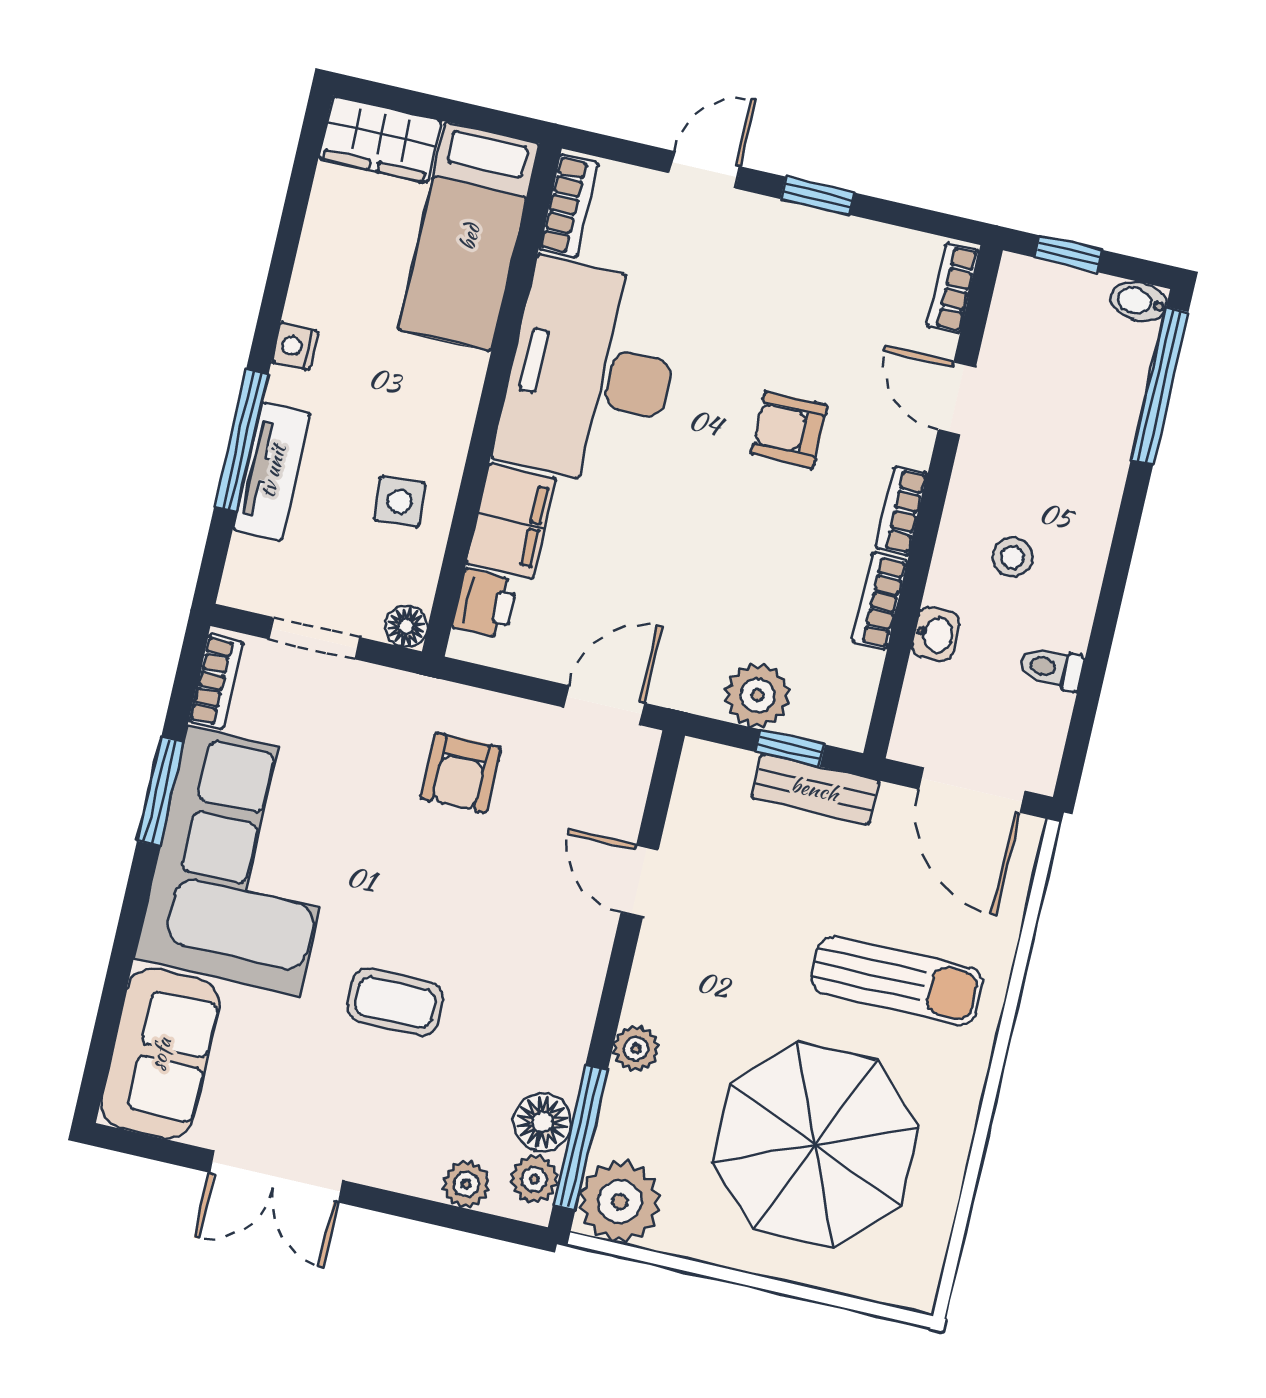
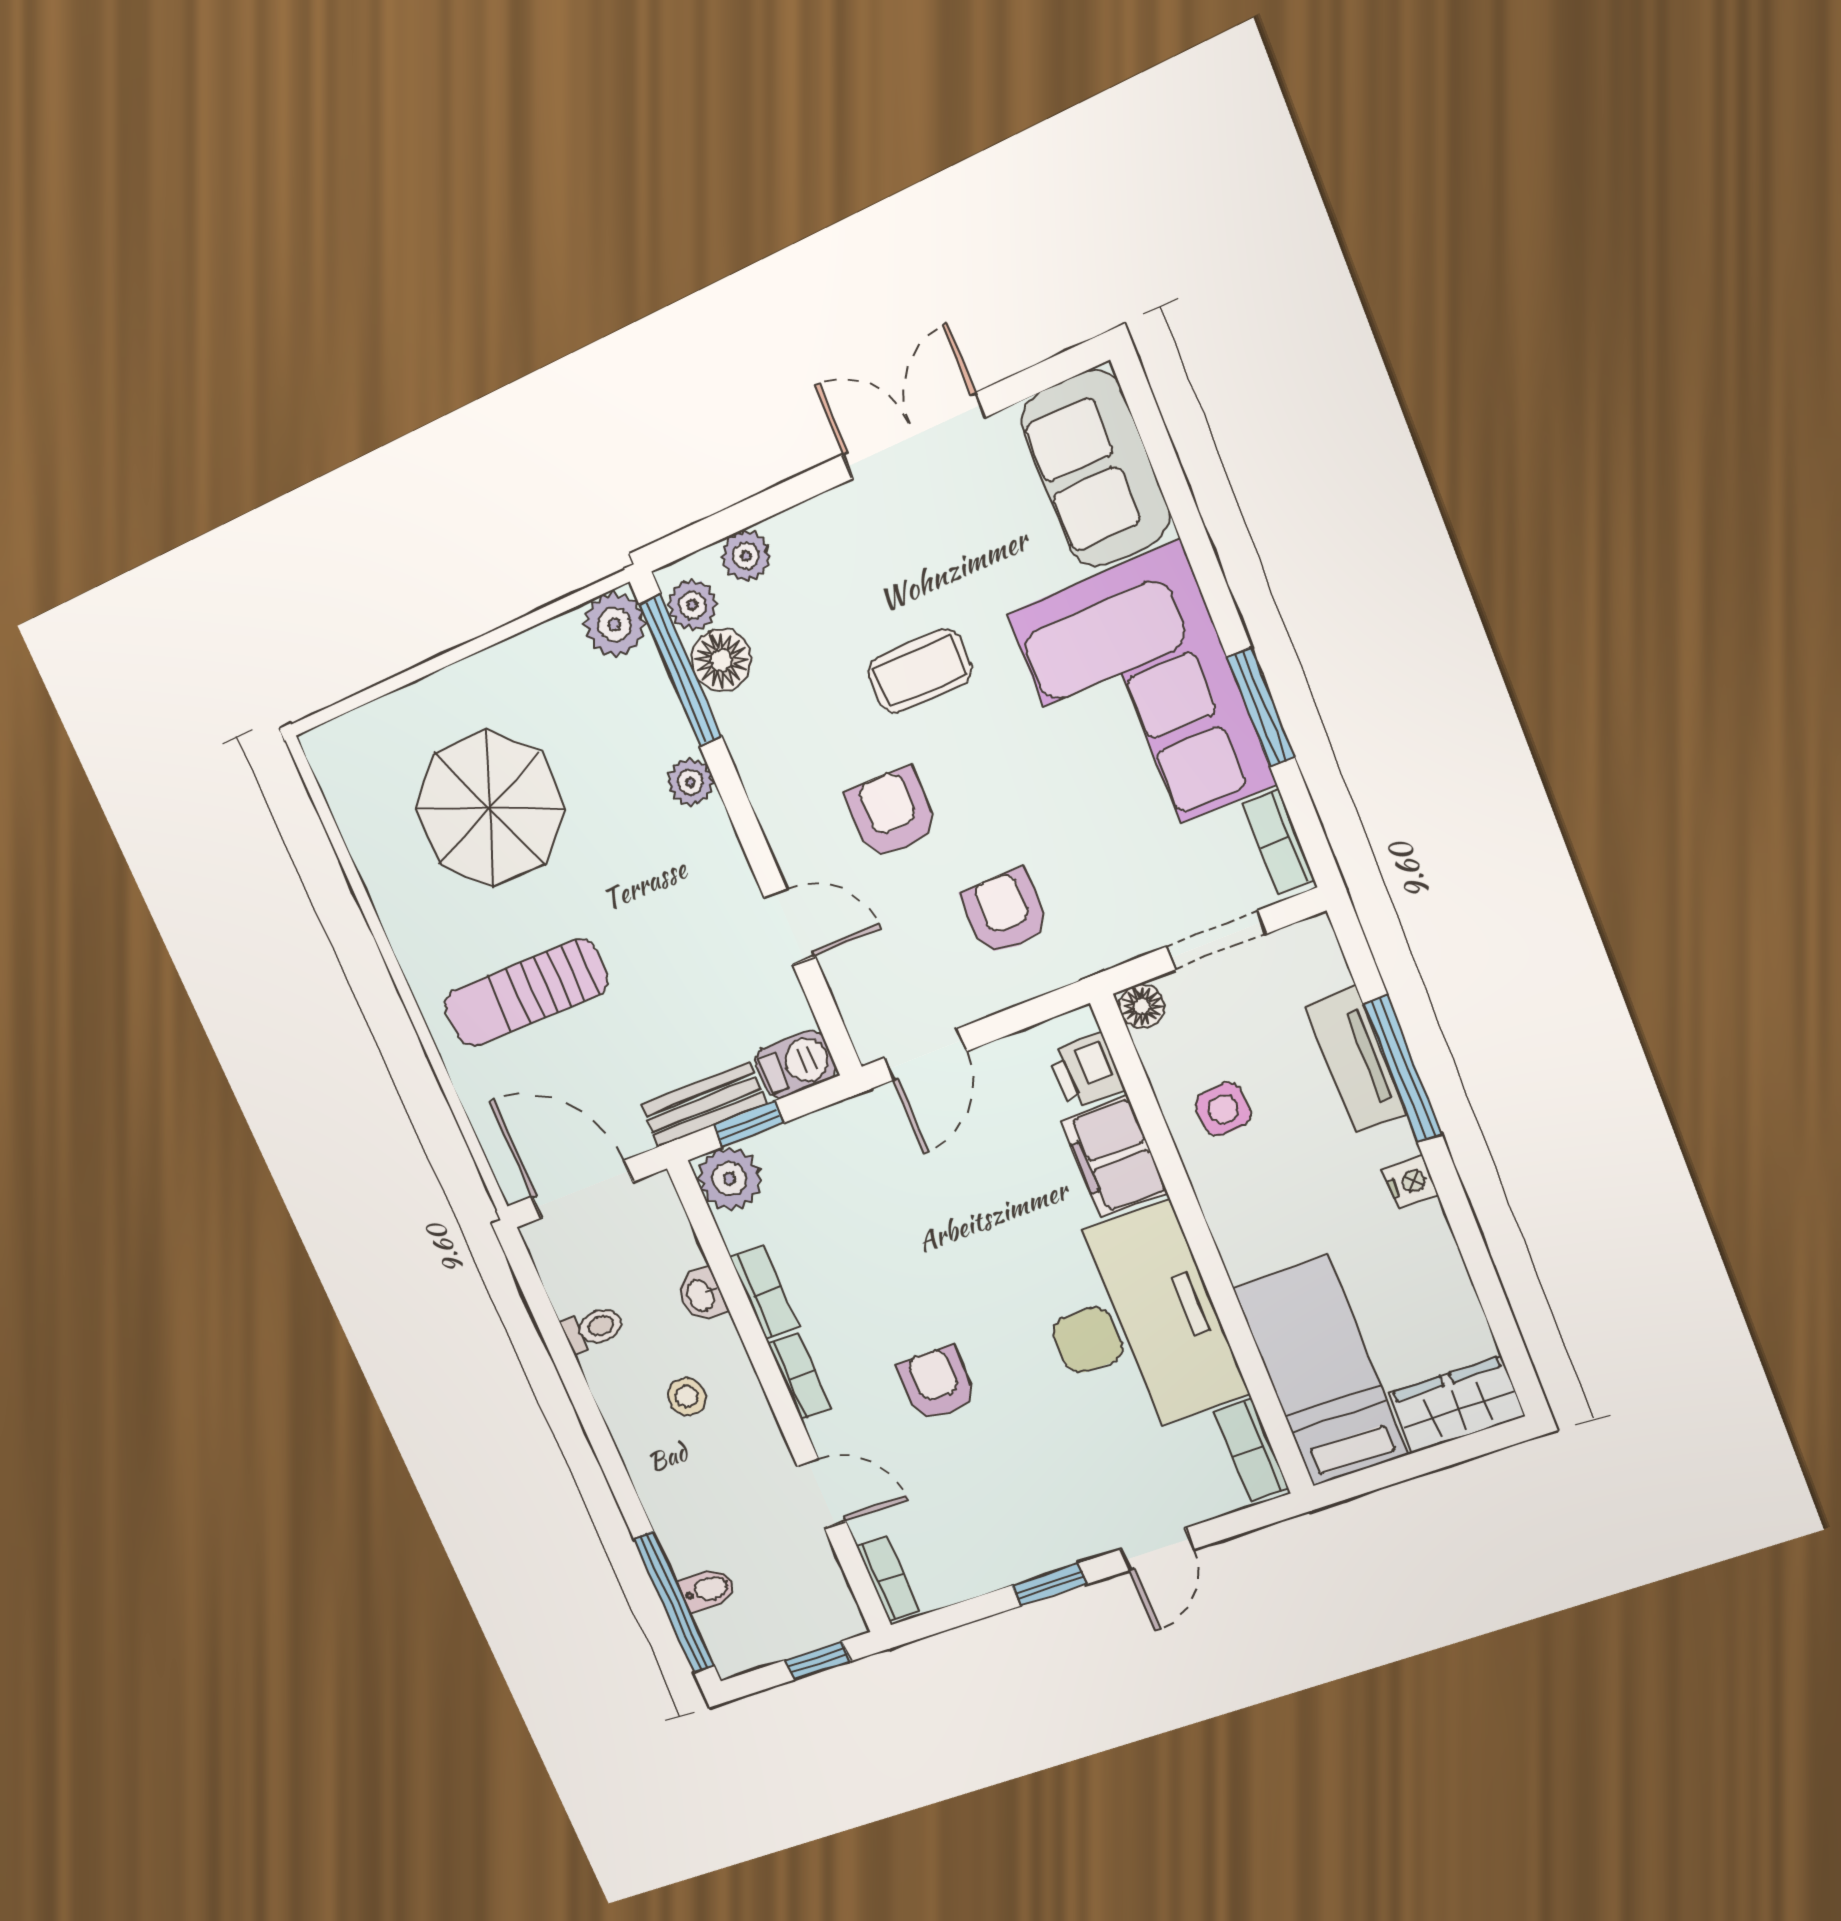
bidet: (1139, 301) -> (707, 1590), moved
armchair: (789, 430) -> (937, 1383), turned -90
plant: (758, 696) -> (730, 1179), moved
barbecue: (715, 770) -> (795, 1064), added
armchair: (495, 912) -> (891, 813), added
parasol: (815, 1145) -> (490, 809), width x0.73, depth x0.73
plant: (620, 1201) -> (614, 624), width x0.73, depth x0.73

